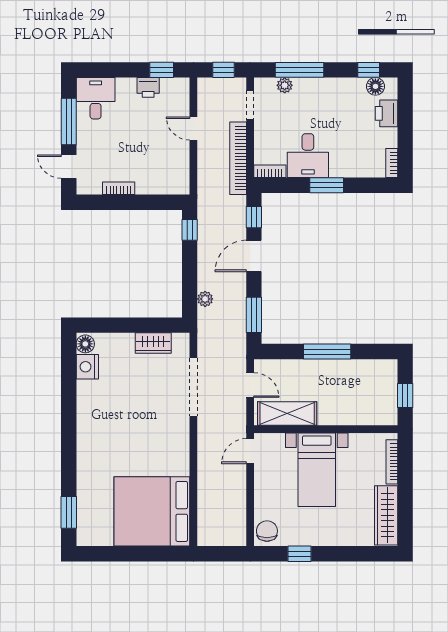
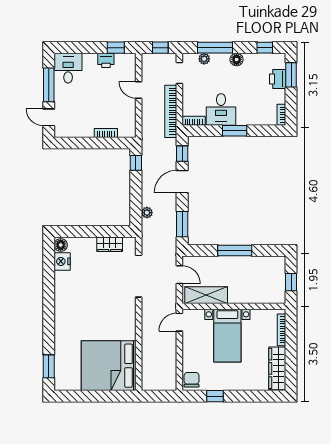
floor lamp: (375, 86) -> (237, 60), moved
window: (405, 108) -> (291, 75), added
bookcase: (119, 188) -> (106, 133), moved

